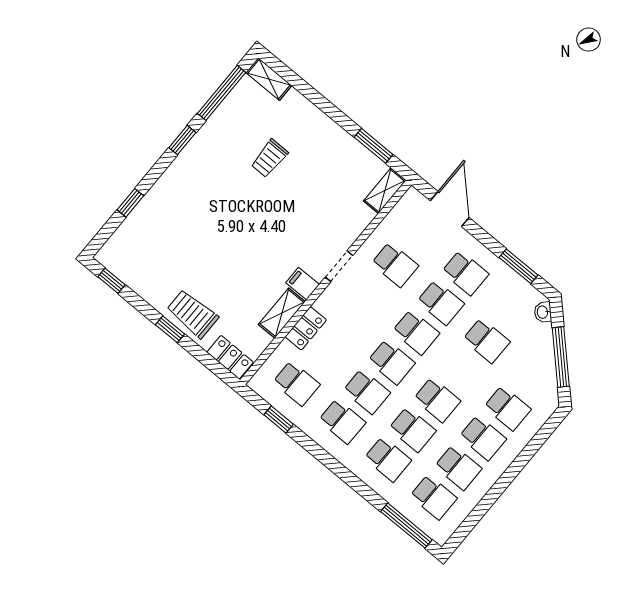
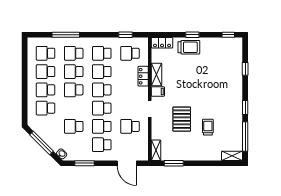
pallet: (301, 207) -> (182, 119), added
window: (406, 526) -> (66, 35), moved

